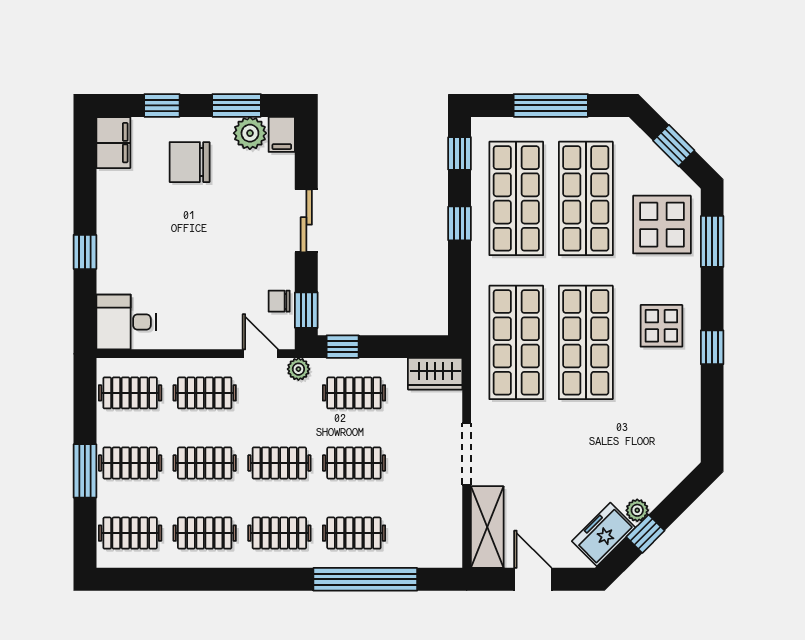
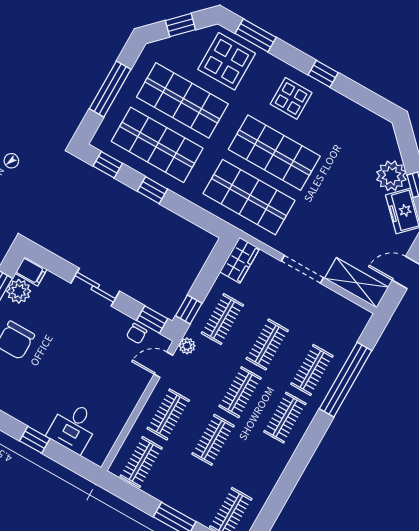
desk: (126, 322) -> (73, 427), moved
clothes rail: (130, 463) -> (186, 488), removed
plant: (637, 510) -> (391, 176), width x1.88, depth x1.88
clothes rail: (205, 533) -> (258, 465), removed

